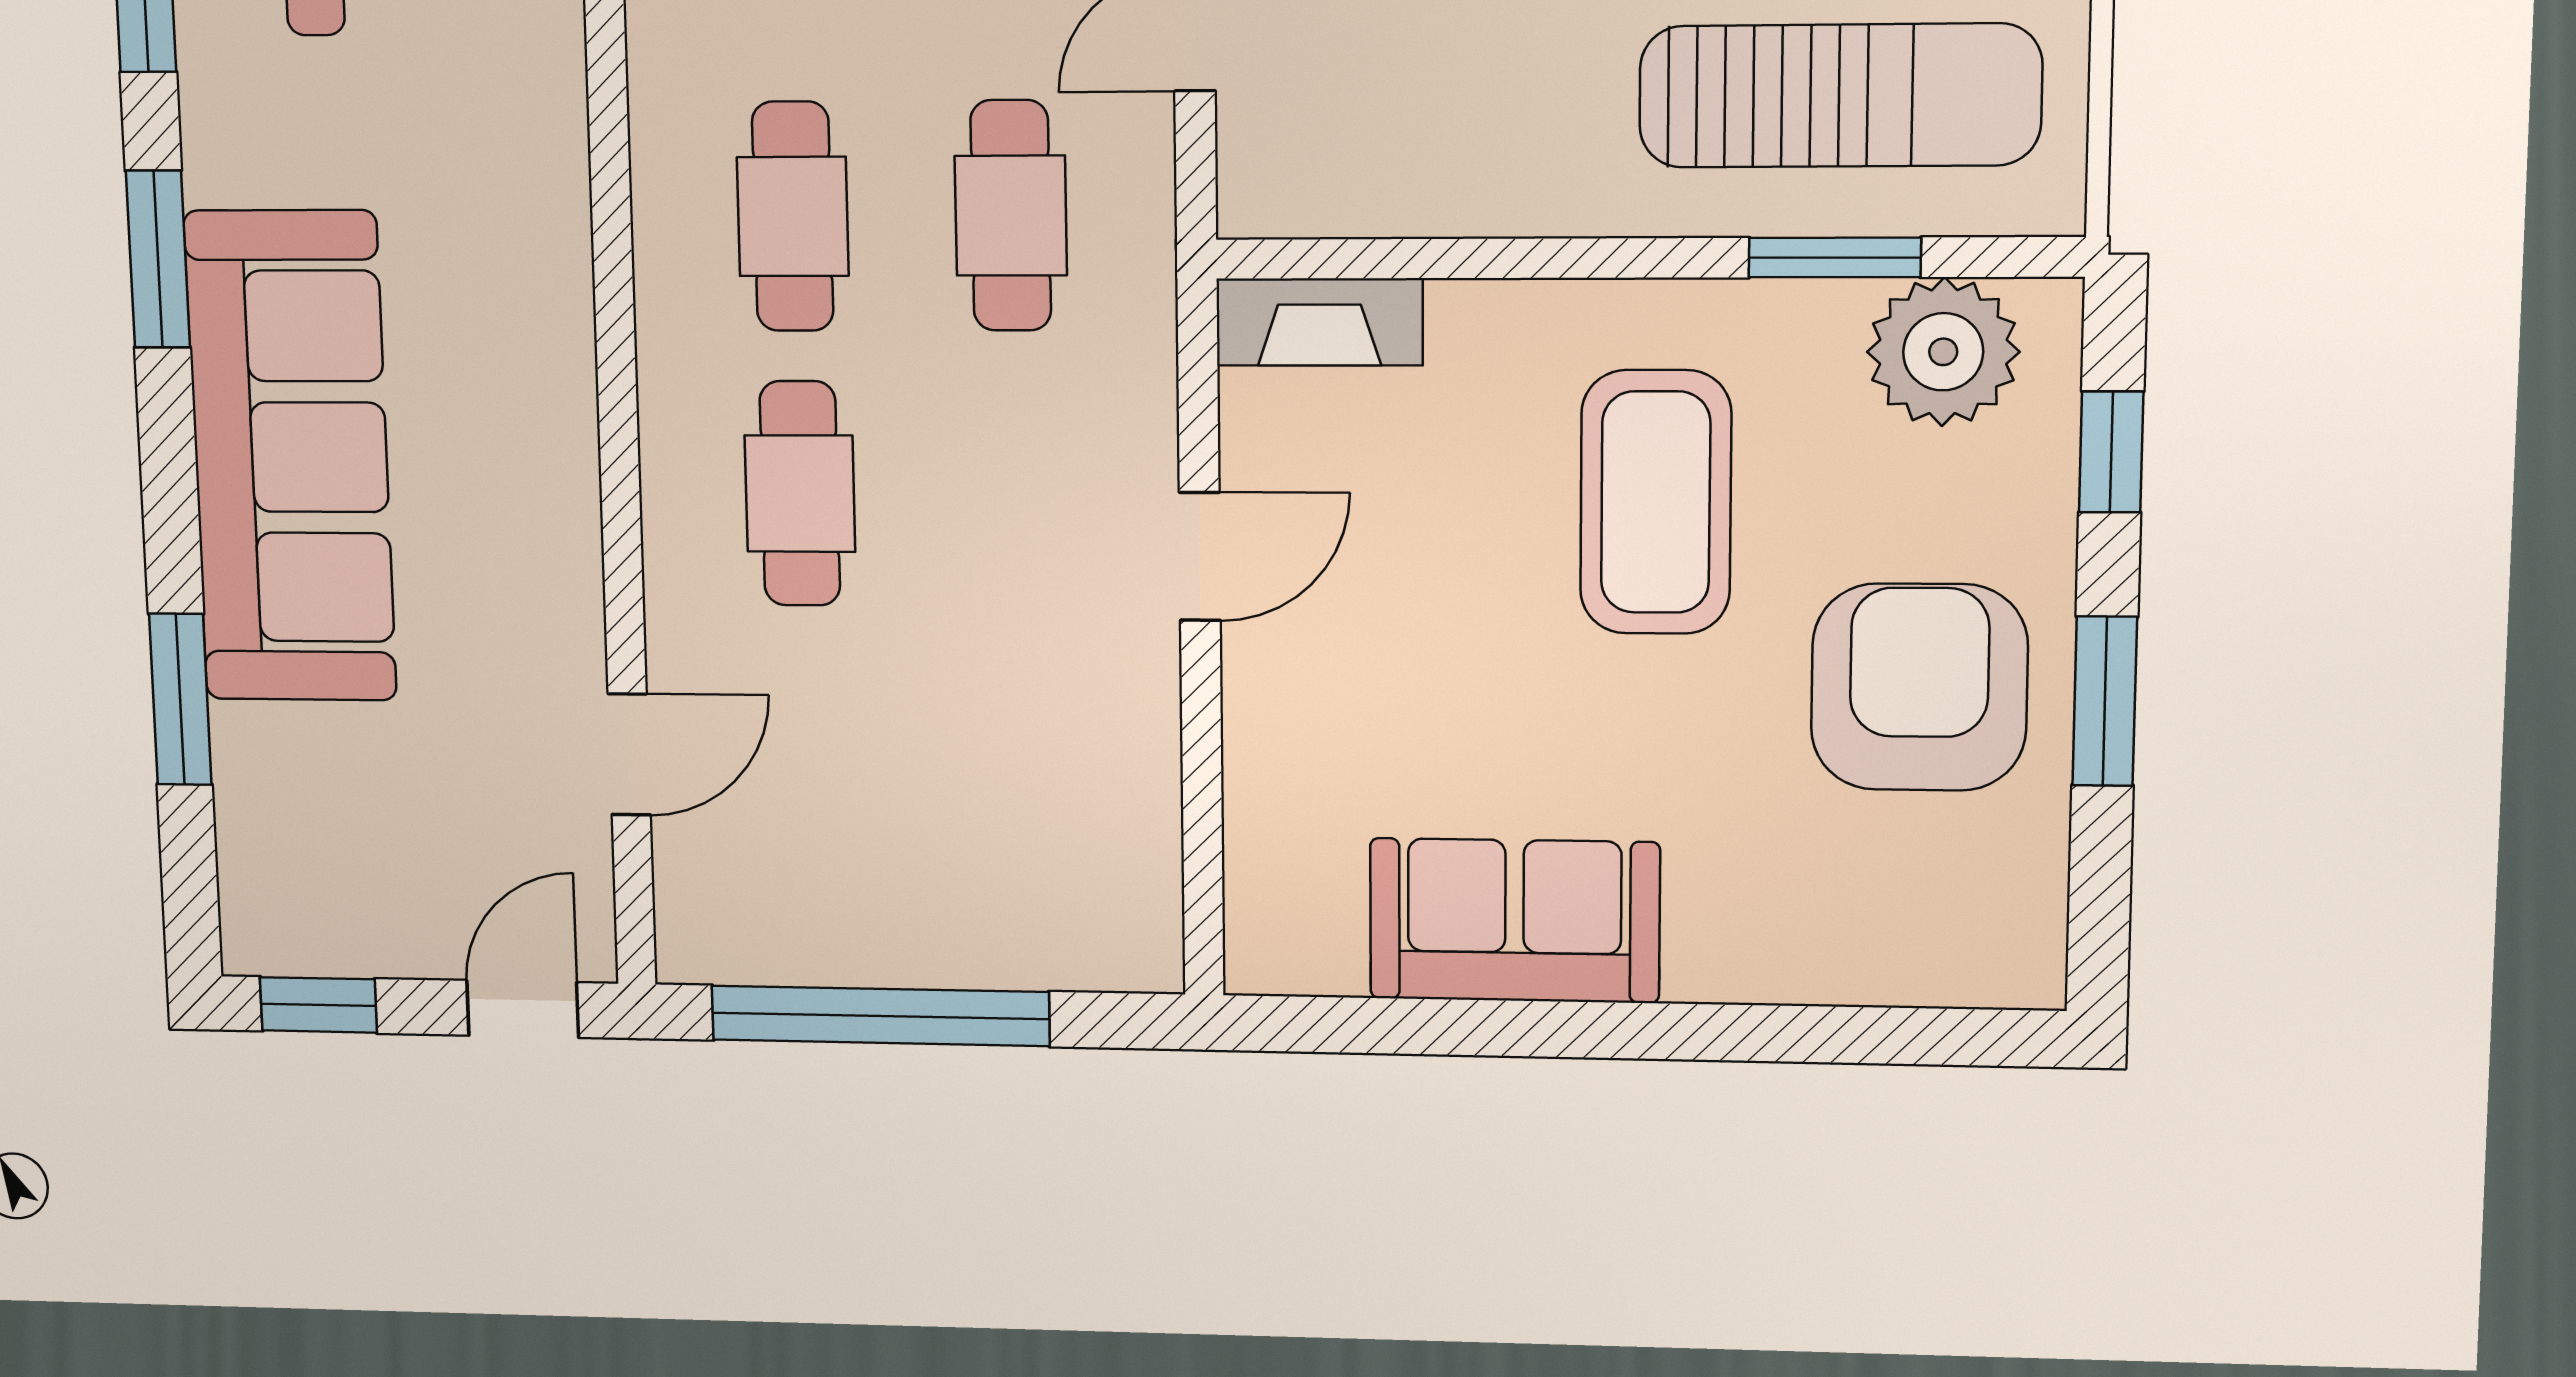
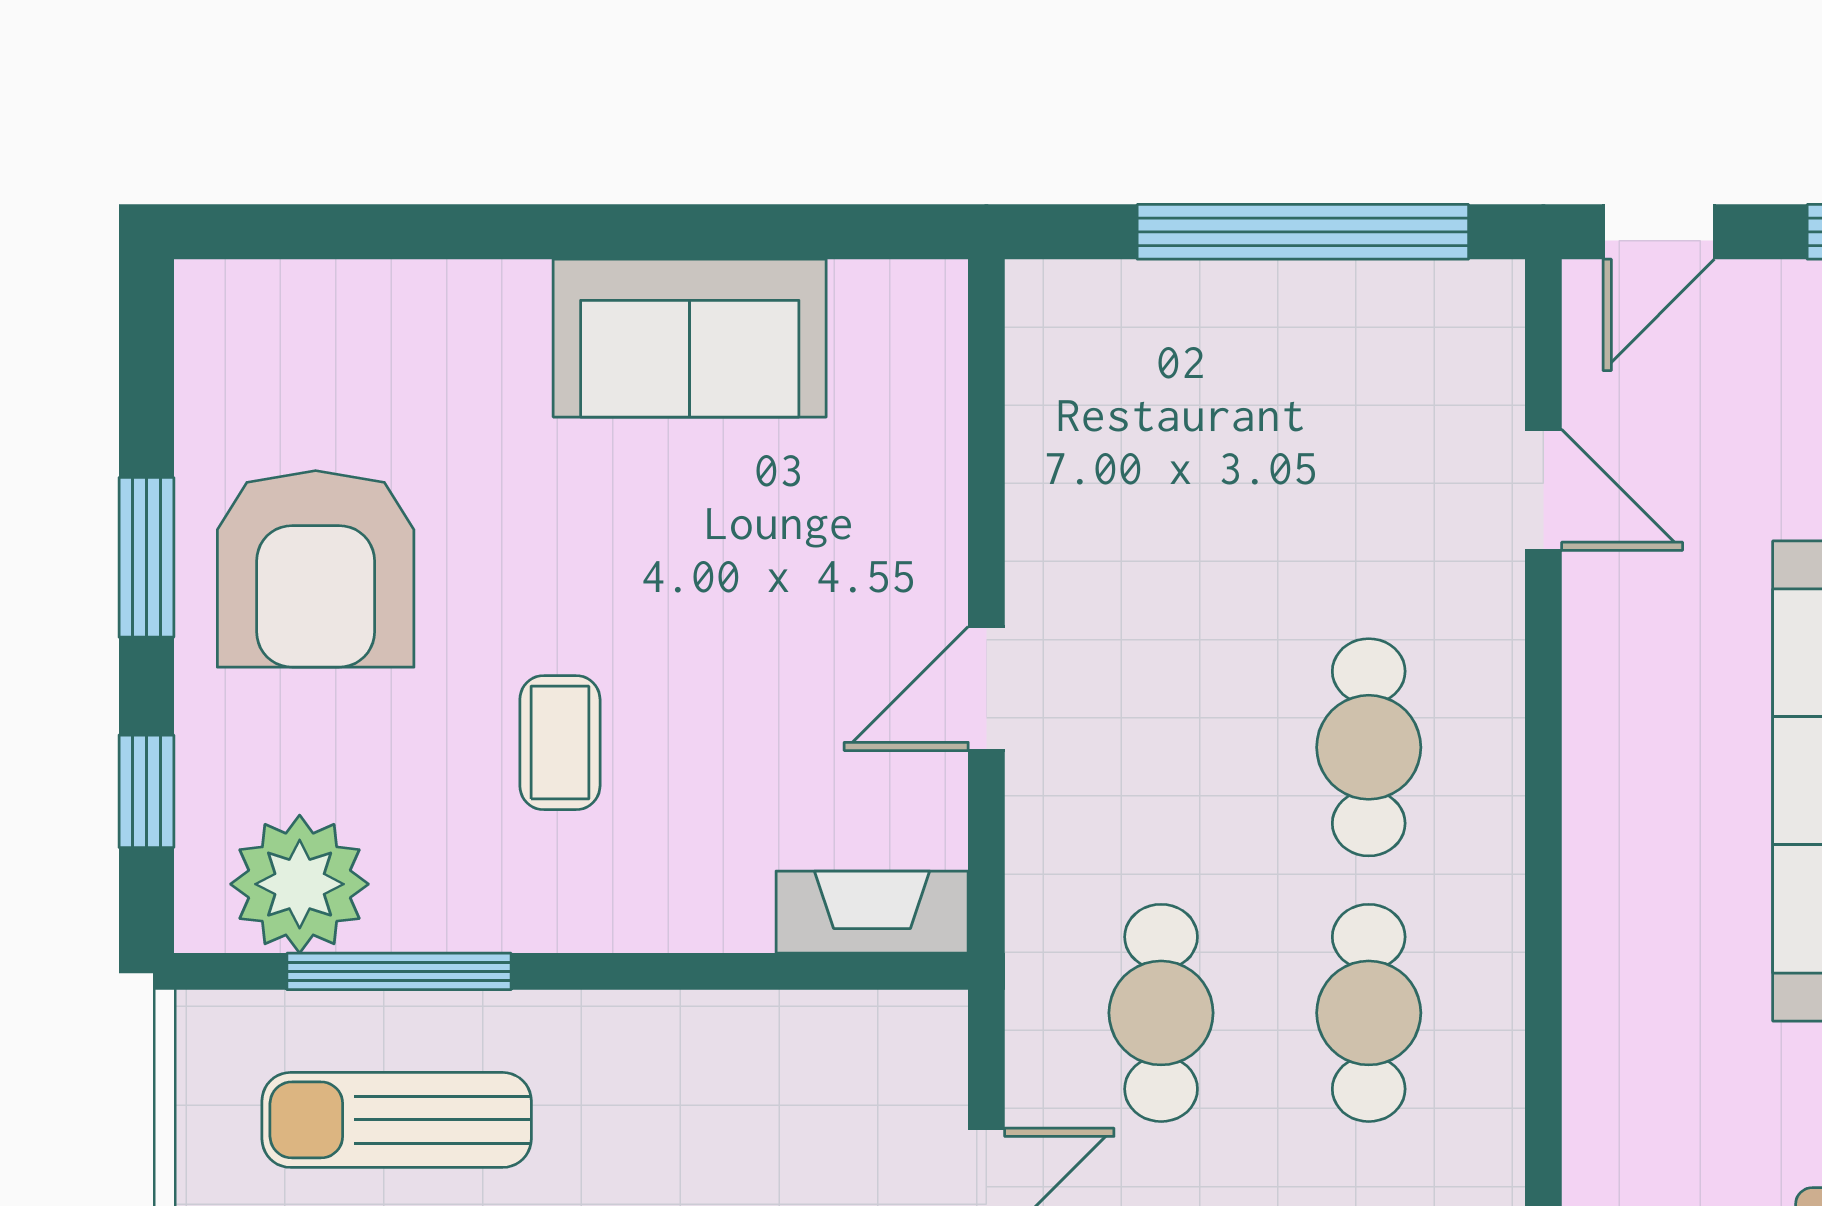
sun lounger: (1840, 96) -> (397, 1120), width x0.73, depth x0.75
window: (1835, 258) -> (399, 971), width x1.44
coffee table: (1656, 502) -> (560, 743), width x0.54, depth x0.58
door: (629, 754) -> (1543, 490), swing flipped

